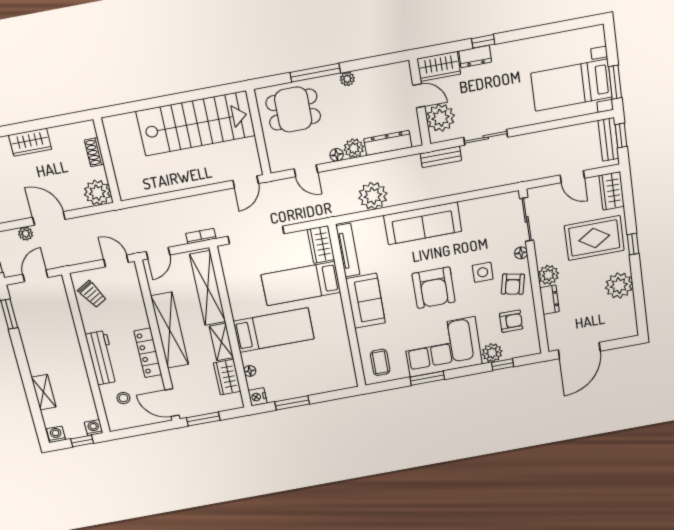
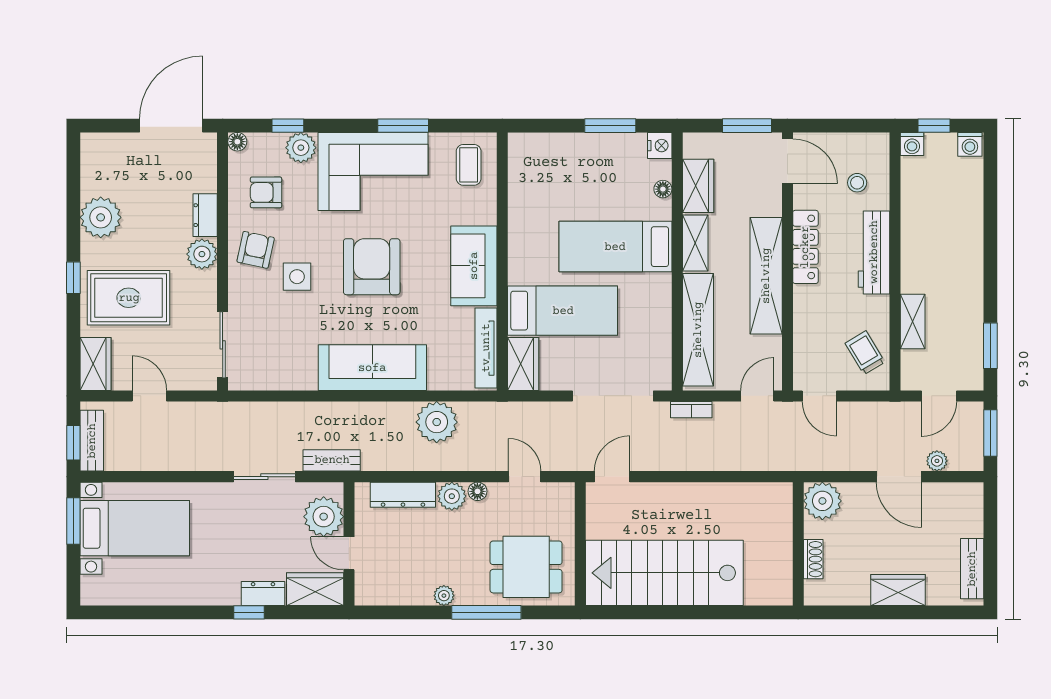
floor lamp: (521, 253) -> (237, 142), moved
shelving: (44, 392) -> (913, 322), moved

